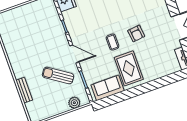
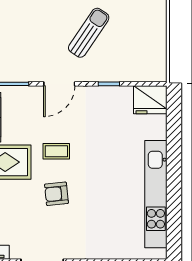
sun lounger: (58, 75) -> (89, 33), moved

